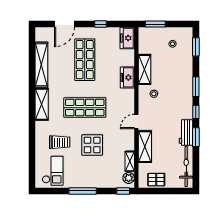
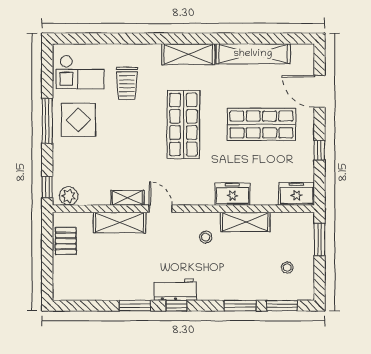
window: (196, 87) -> (240, 306), moved
workbench: (186, 132) -> (175, 290), moved
display table: (92, 145) -> (78, 120), moved
shelving: (130, 161) -> (127, 198), moved
bicycle: (186, 166) -> (87, 290), removed

